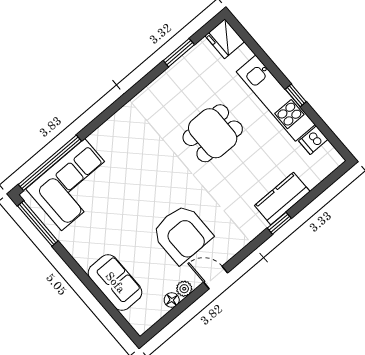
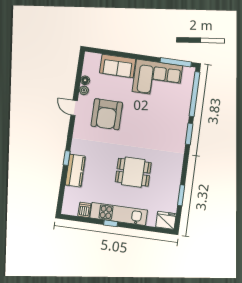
window: (101, 119) -> (189, 134), added
dining table: (213, 133) -> (133, 172), turned 90
corner sofa: (73, 185) -> (157, 79), moved, turned -90
armchair: (182, 234) -> (107, 114), turned -90
door: (216, 277) -> (74, 108), swing flipped

